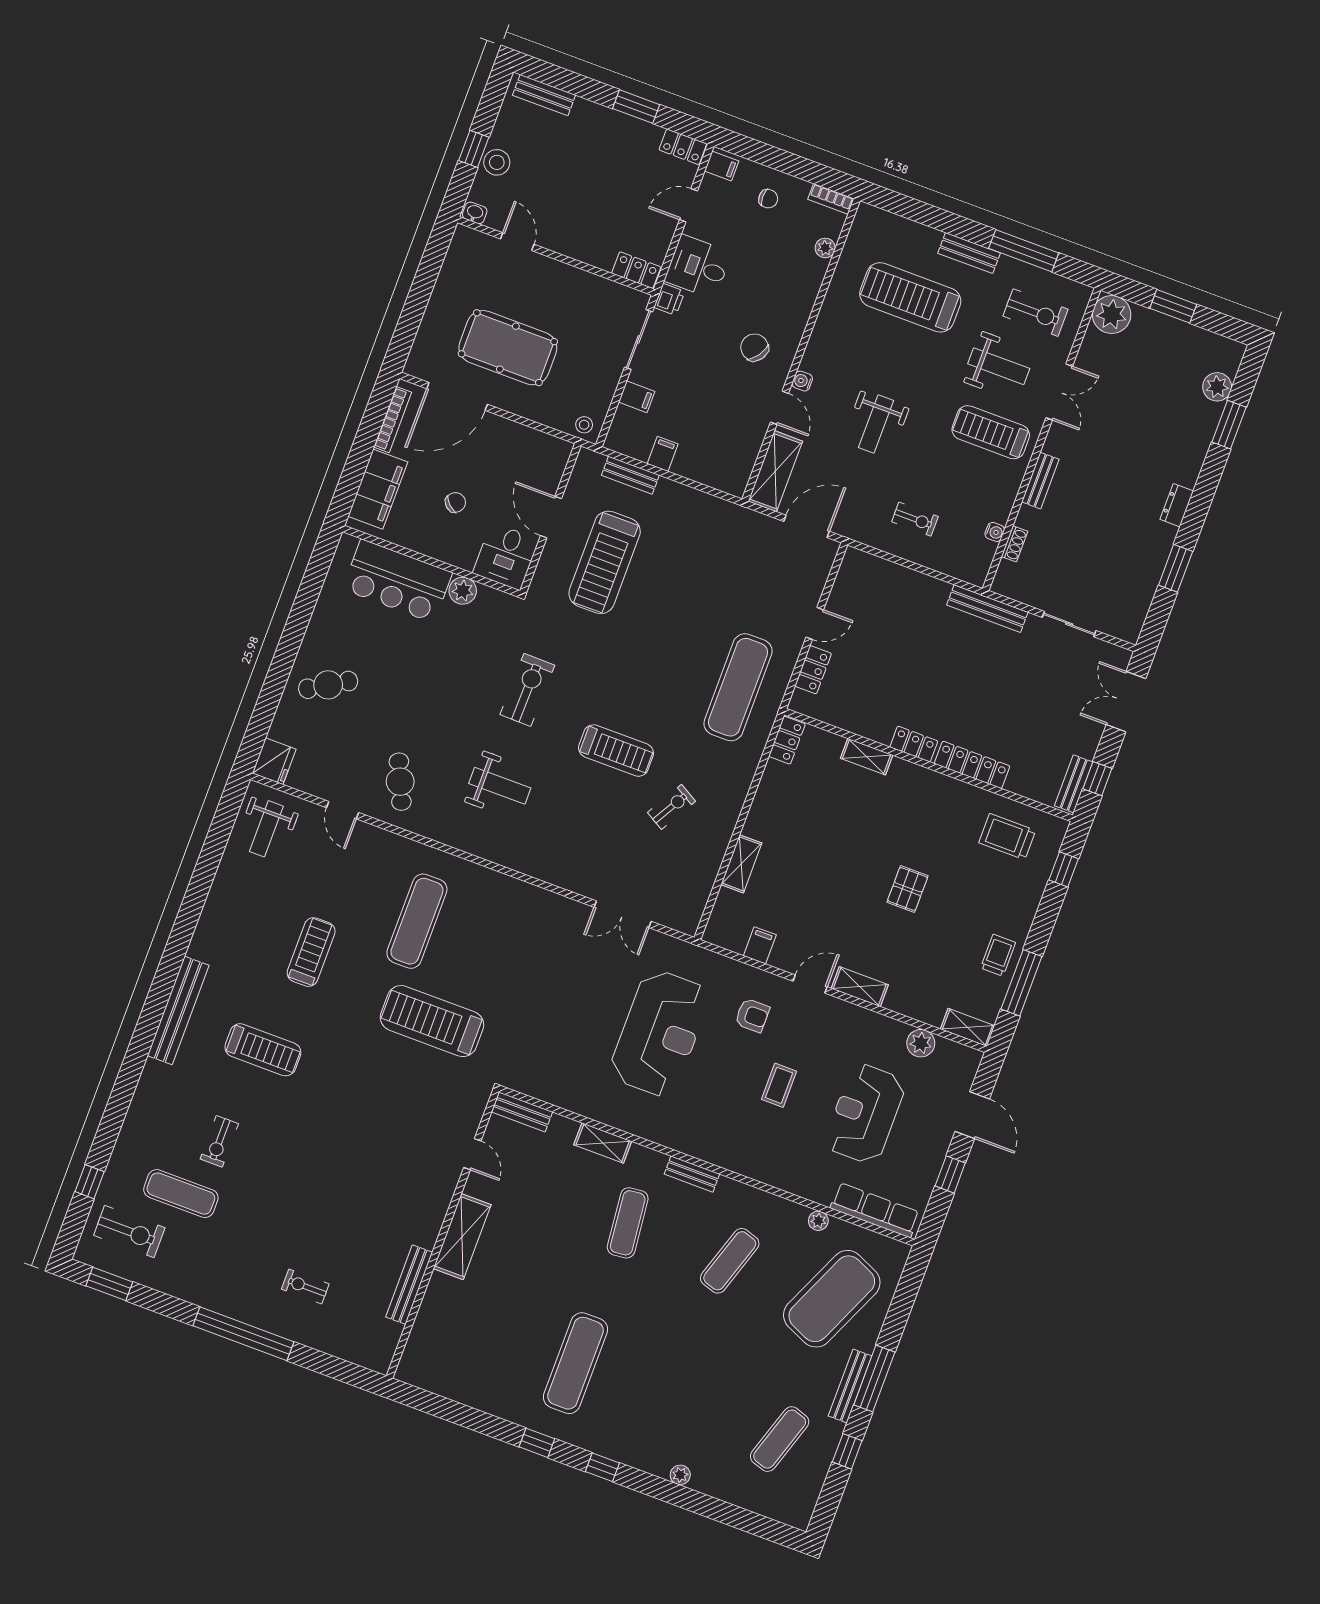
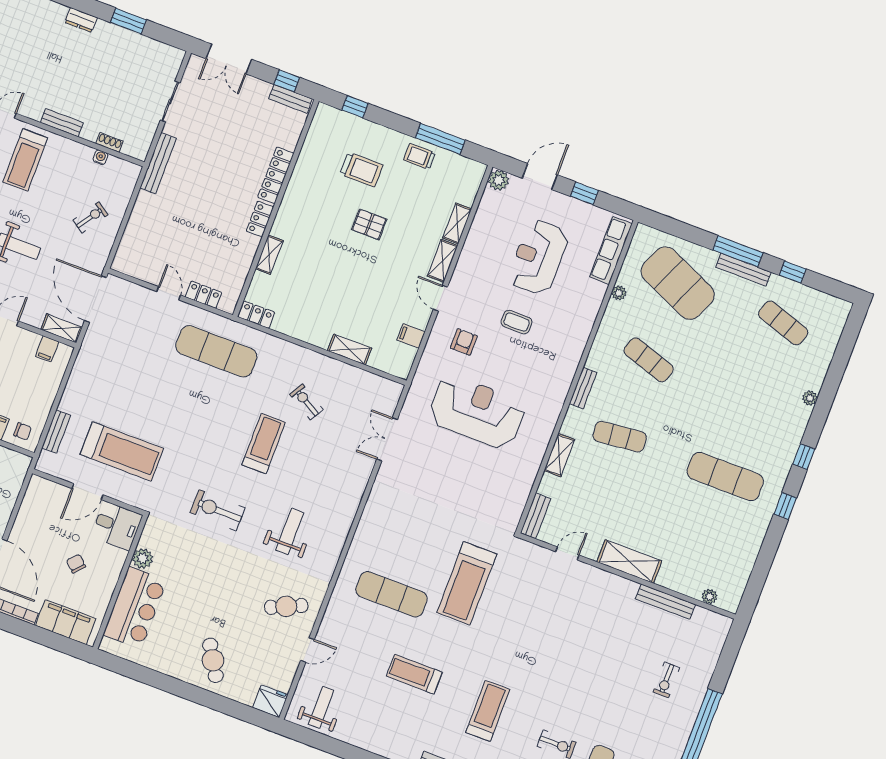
stool: (584, 425) -> (18, 466), removed
chair: (630, 431) -> (23, 431), added
filing cabinet: (663, 454) -> (47, 349), moved, turned -90
shelving: (775, 471) -> (62, 328), width x0.67, depth x0.75
exercise bike: (915, 519) -> (90, 217), turned 34
door: (807, 526) -> (95, 299), width x1.36
weight bench: (266, 829) -> (321, 707), turned -90
trolley: (1007, 837) -> (361, 170), moved, turned -90
double door: (623, 914) -> (387, 439), swing flipped
shelving: (968, 1027) -> (457, 224), moved
plant: (921, 1043) -> (499, 180), moved
reception desk: (865, 1114) -> (538, 257), turned 90
plant: (416, 1343) -> (709, 597), added

